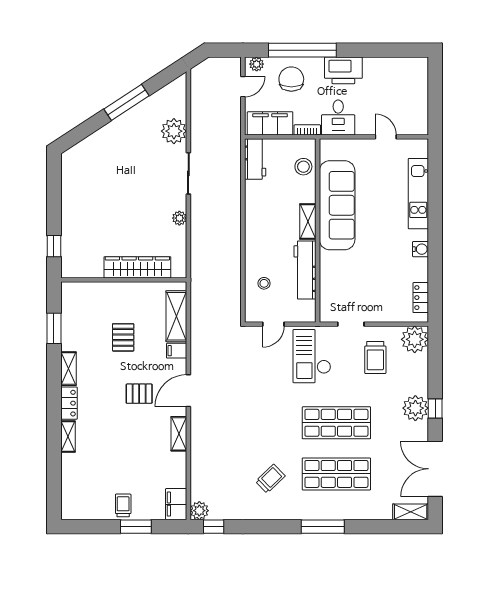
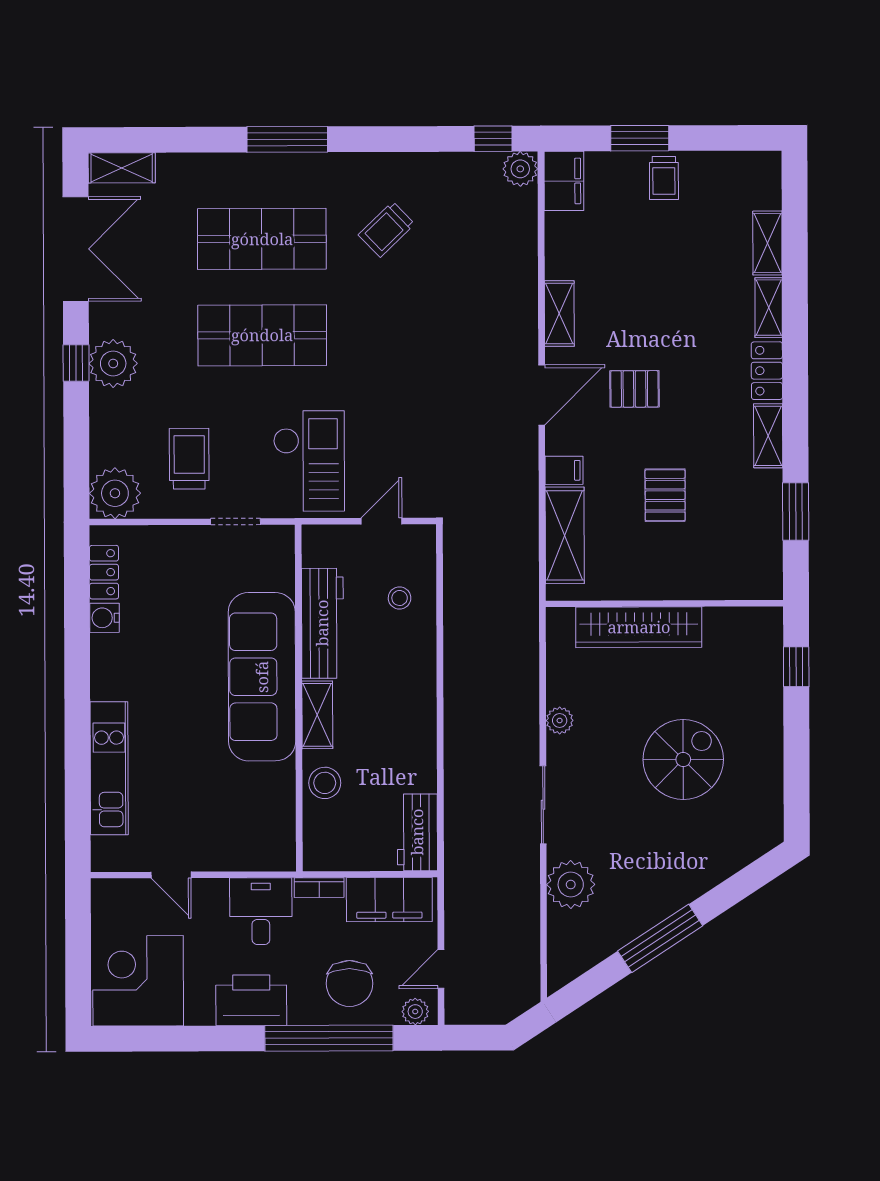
corner desk: (403, 81) -> (138, 981), added
stool: (303, 167) -> (325, 783), moved
spiral stairs: (114, 197) -> (683, 759), added
sofa: (337, 205) -> (262, 677), moved
water cooler: (421, 249) -> (104, 618), moved
shelving: (68, 471) -> (767, 243), added

